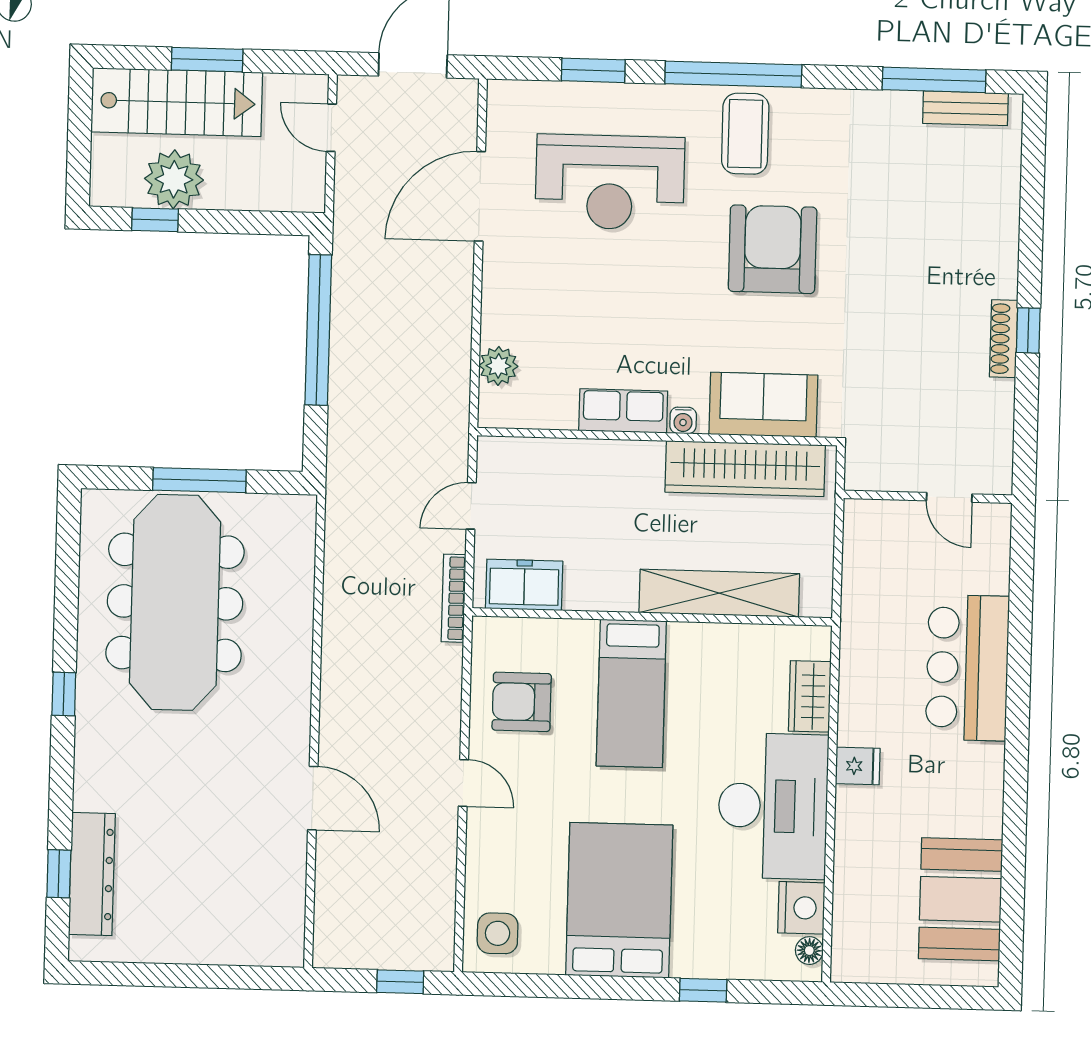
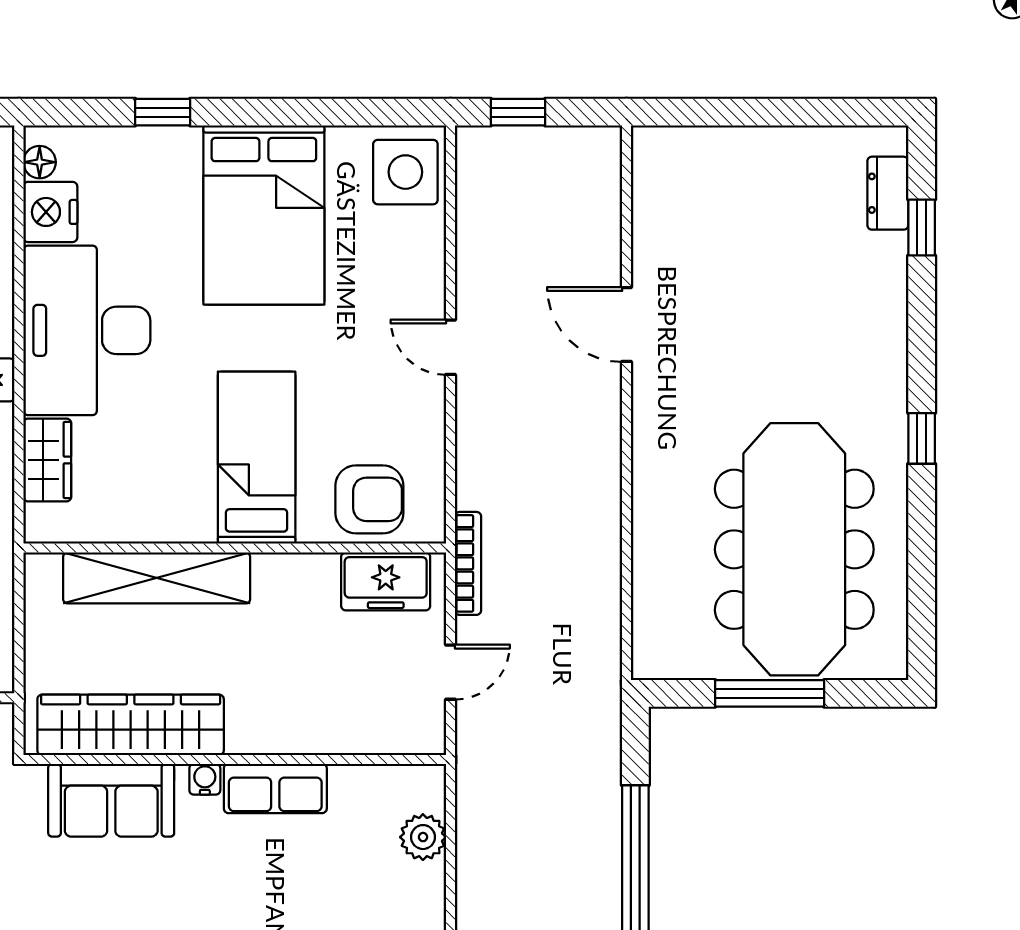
armchair: (522, 702) -> (369, 499), moved
dresser: (92, 874) -> (888, 193), width x0.51, depth x0.80
side table: (498, 933) -> (405, 172), width x1.37, depth x1.37

